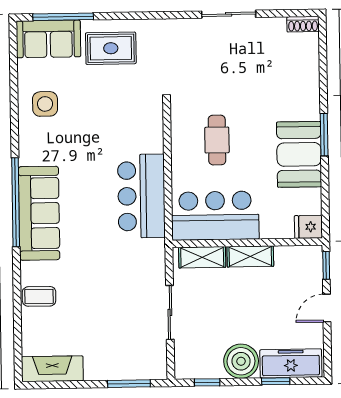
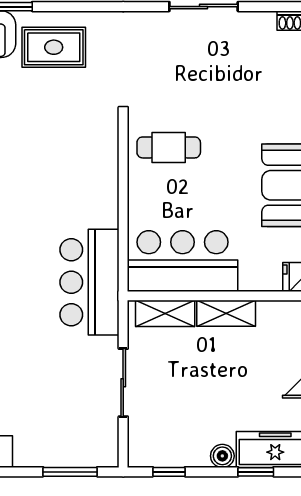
cafe table: (217, 140) -> (169, 147), moved, turned 90
bar counter: (141, 196) -> (90, 282), moved
boiler: (241, 361) -> (222, 456), width x0.54, depth x0.54

